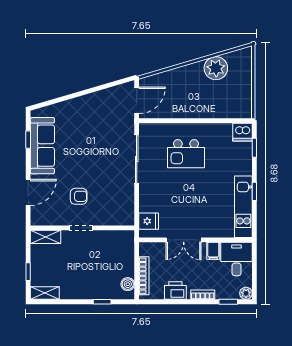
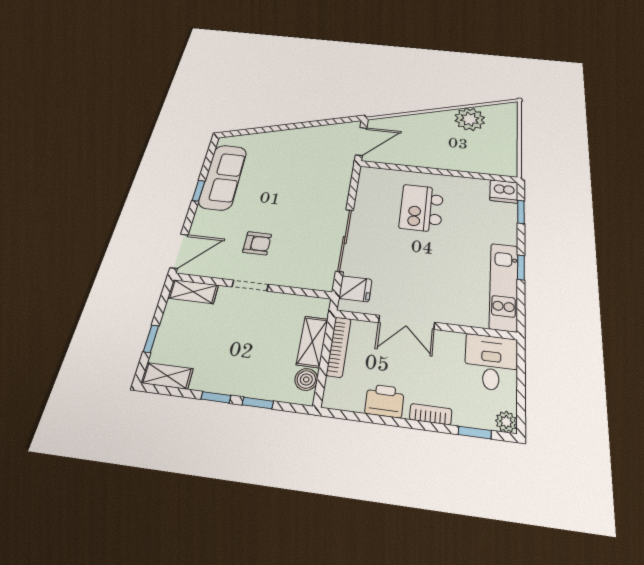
window: (28, 140) -> (199, 191), moved
kitchen island: (186, 154) -> (422, 208), turned 90
sliding door: (137, 159) -> (345, 240), moved
door: (28, 192) -> (179, 251), moved
filing cabinet: (213, 251) -> (453, 345), removed
shelving: (127, 260) -> (312, 342), added
bookcase: (144, 276) -> (339, 347), moved
window: (77, 302) -> (216, 397), added

